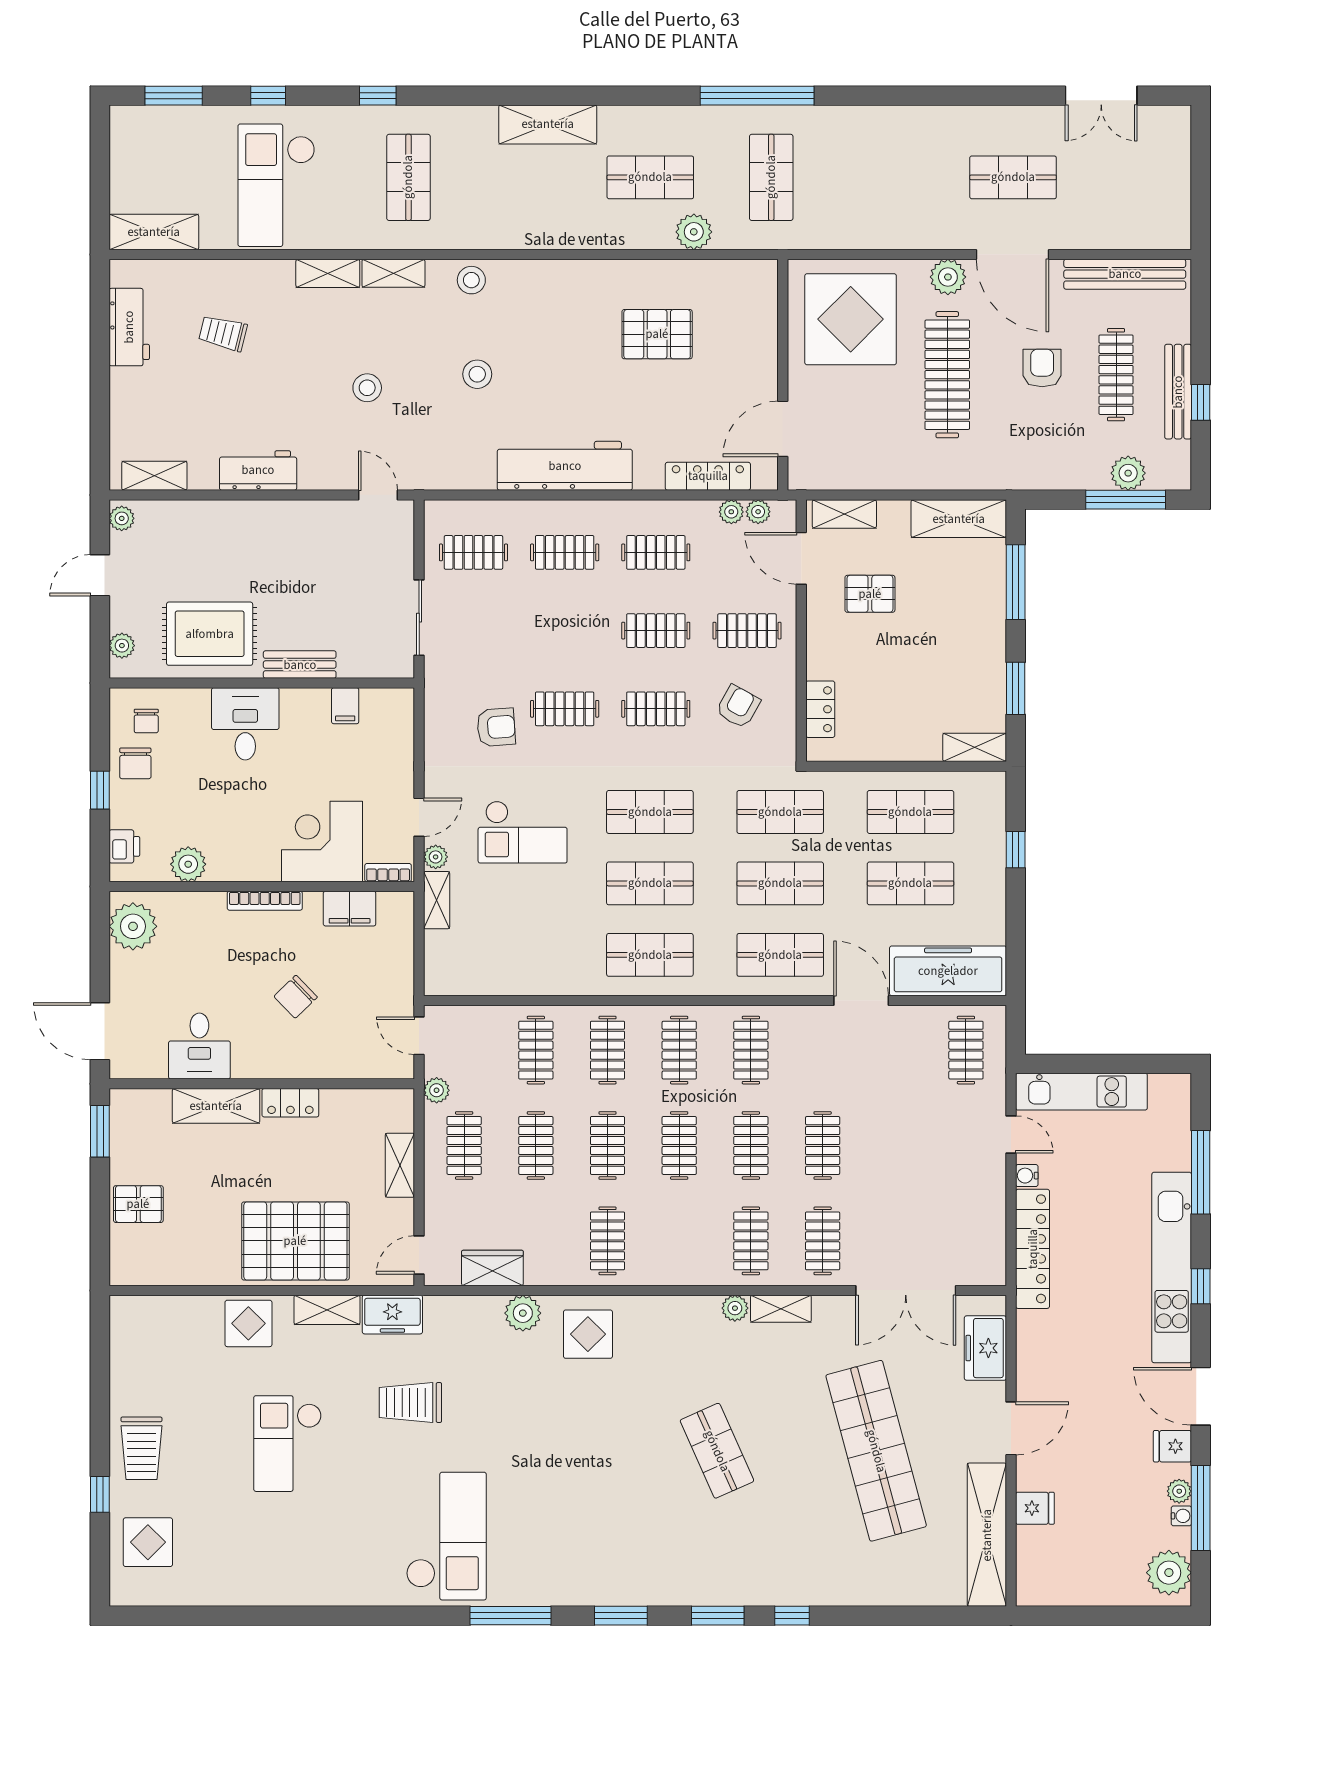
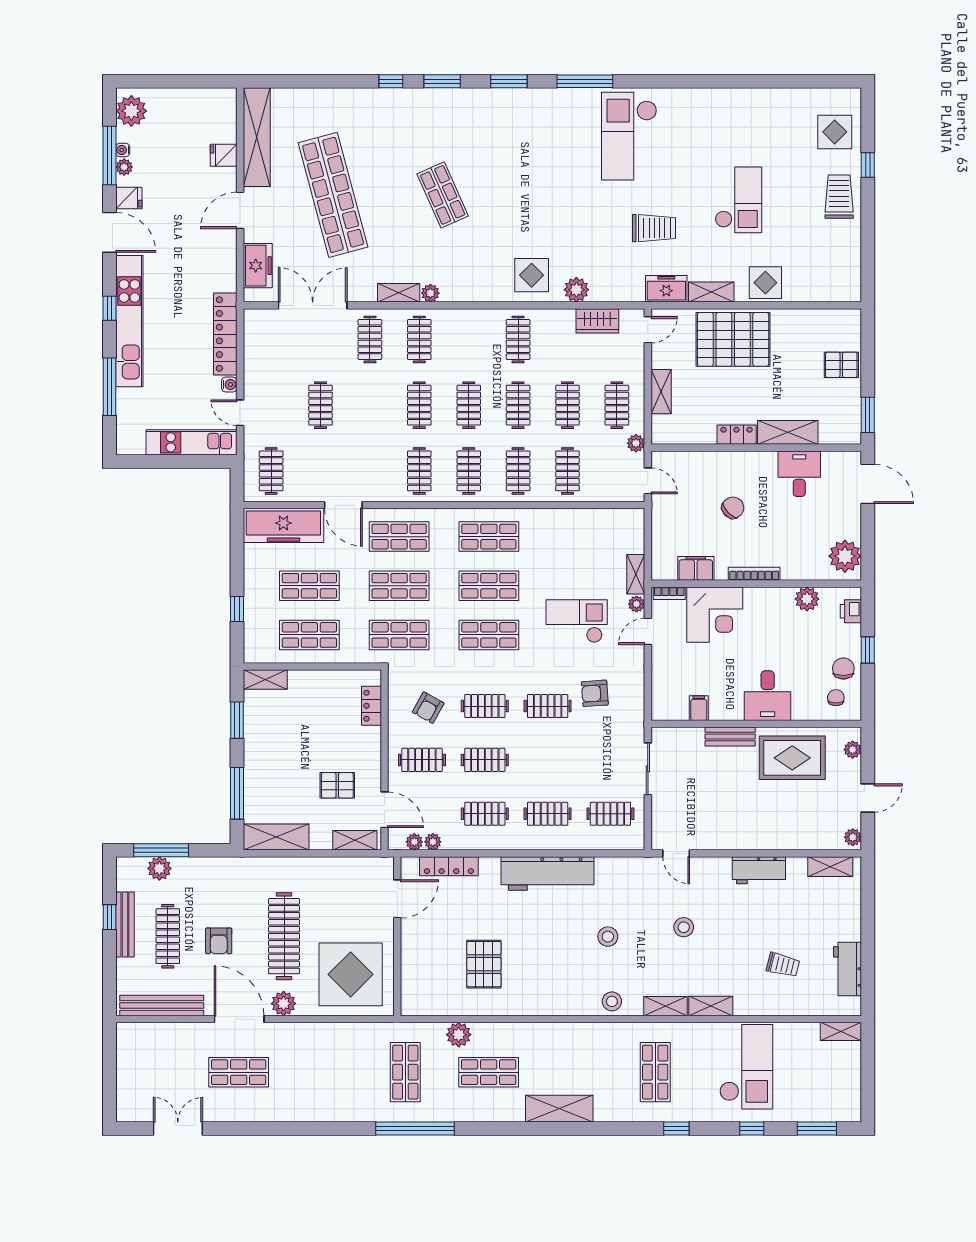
shelving: (154, 232) -> (841, 1031), width x0.67, depth x0.75
pallet: (657, 334) -> (484, 964), turned 90
clothes rail: (823, 1145) -> (321, 405), moved

